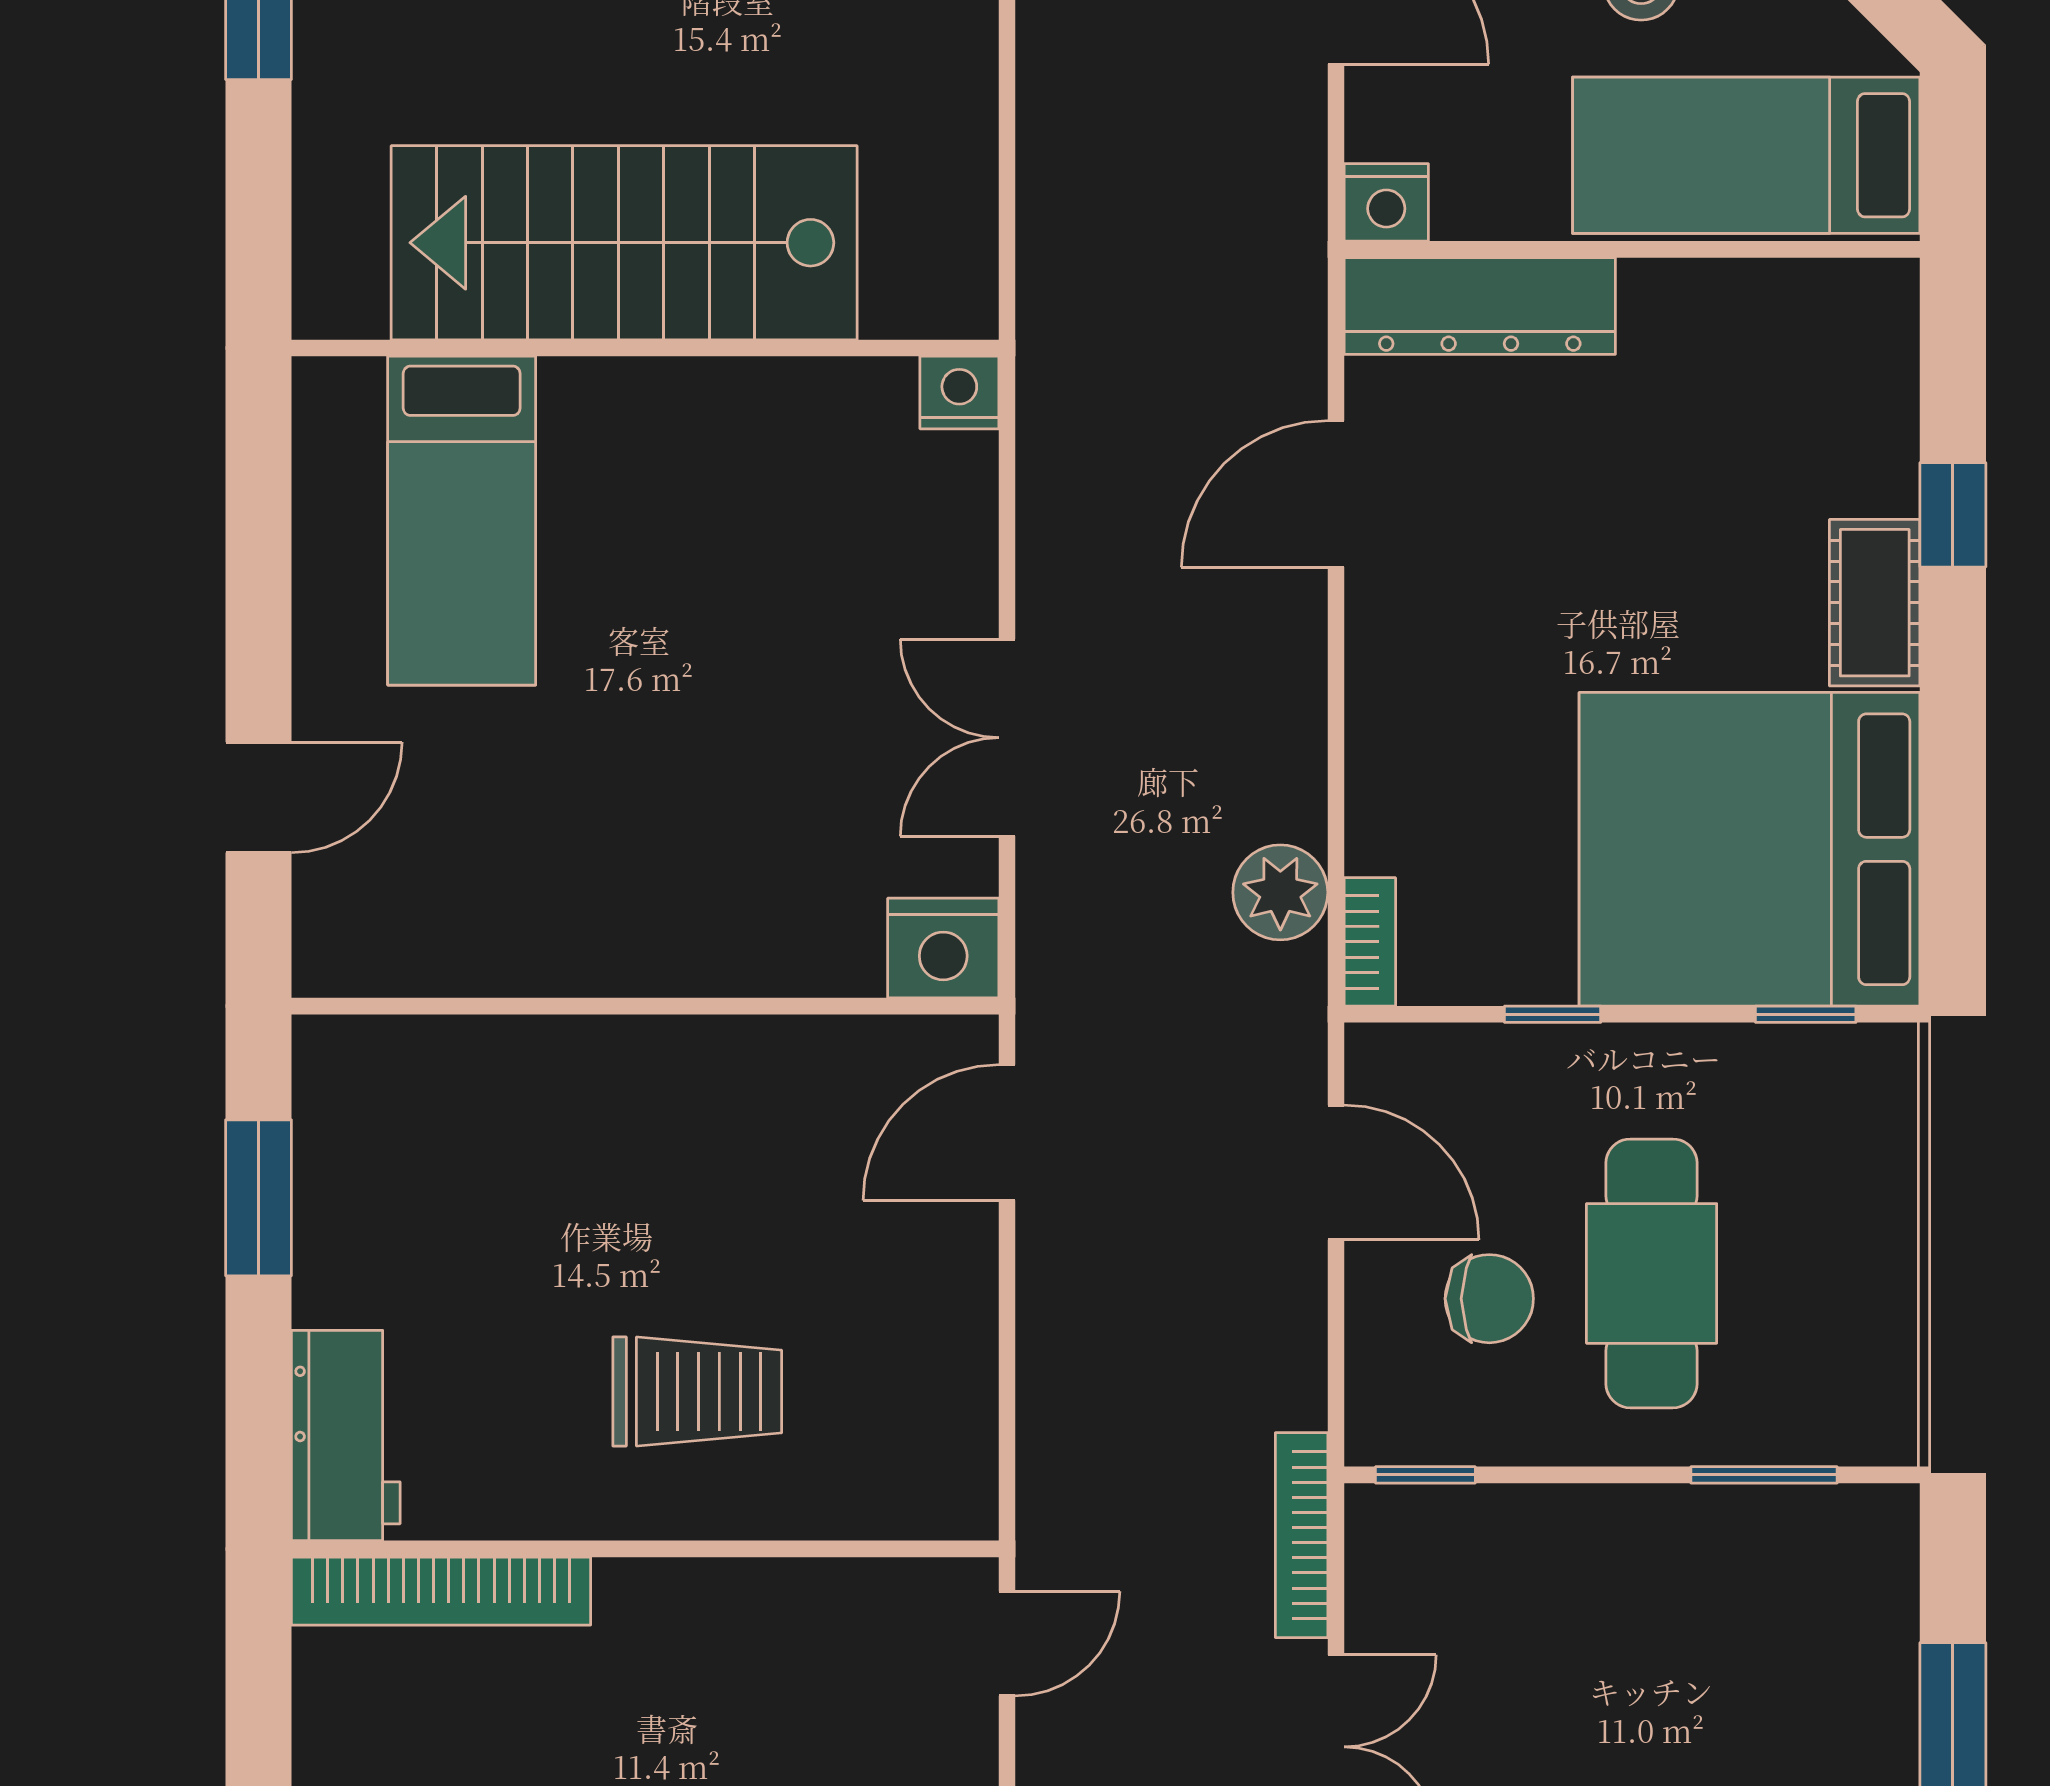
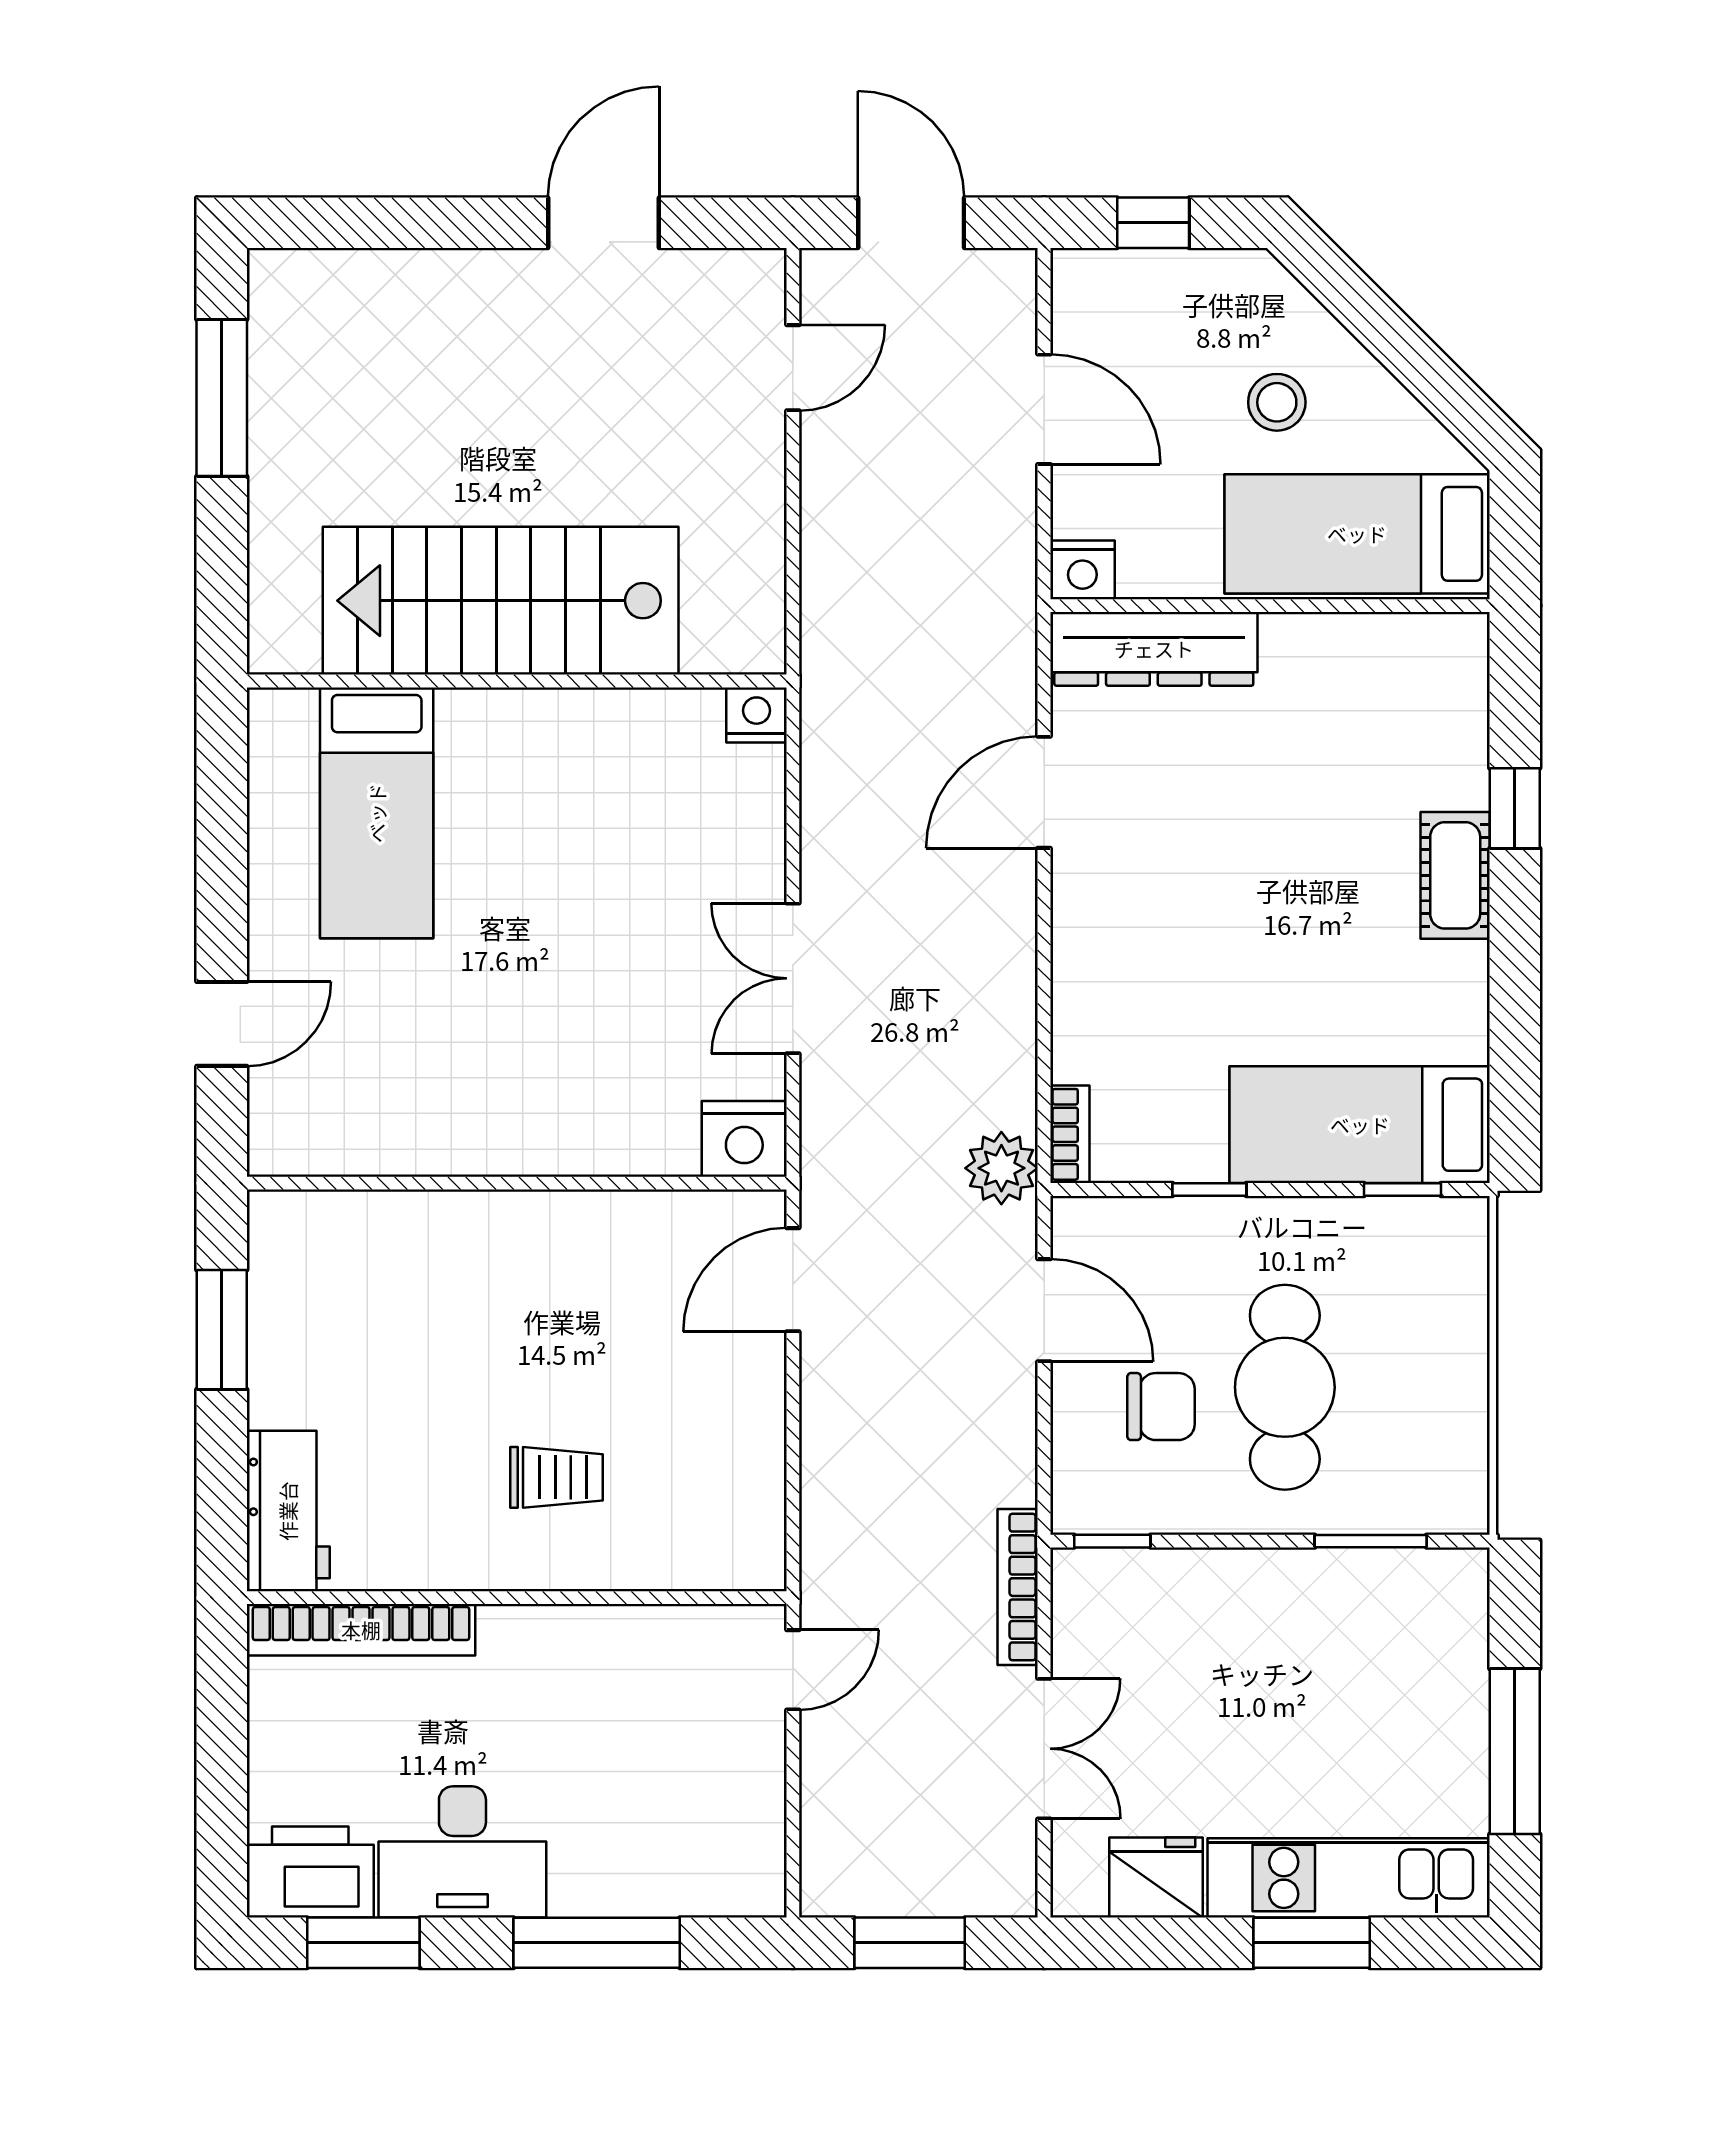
bed: (1750, 849) -> (1360, 1125), width x0.49
plant: (1280, 892) -> (1001, 1168), moved
trolley: (697, 1392) -> (556, 1477), width x0.73, depth x0.72

